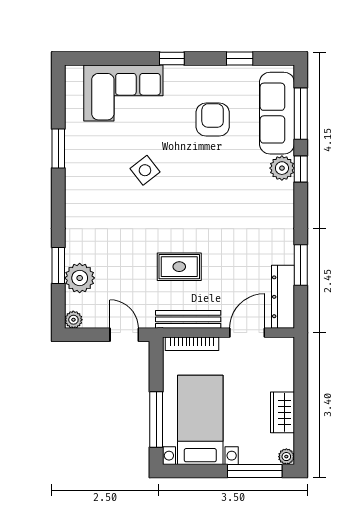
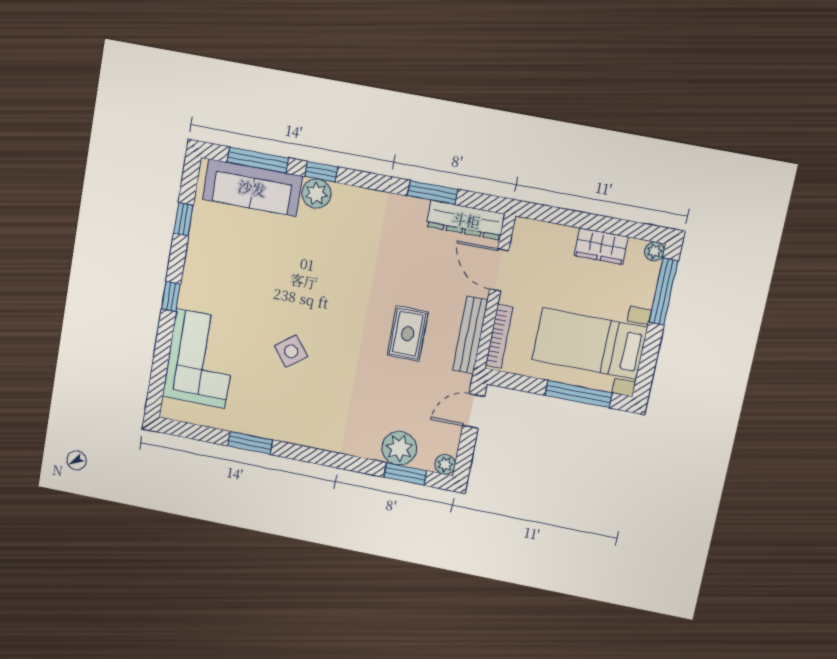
armchair: (213, 120) -> (247, 263), removed
window: (58, 266) -> (405, 474), moved

